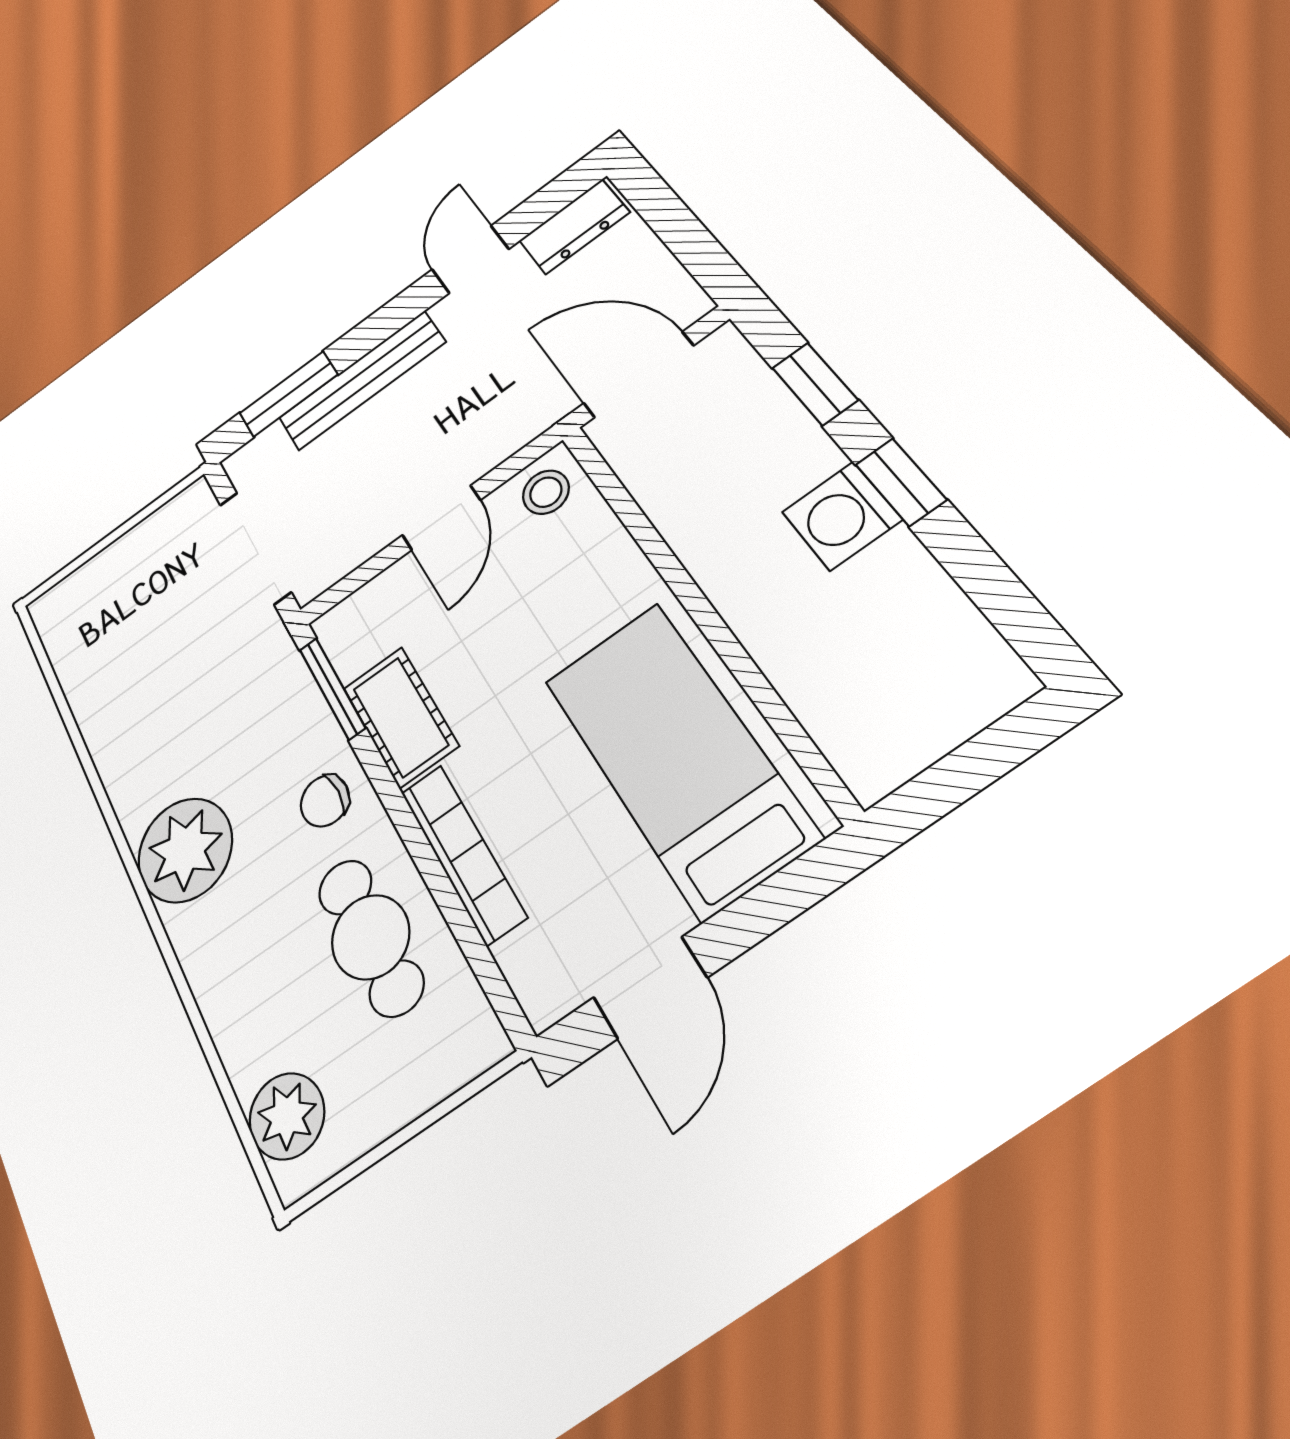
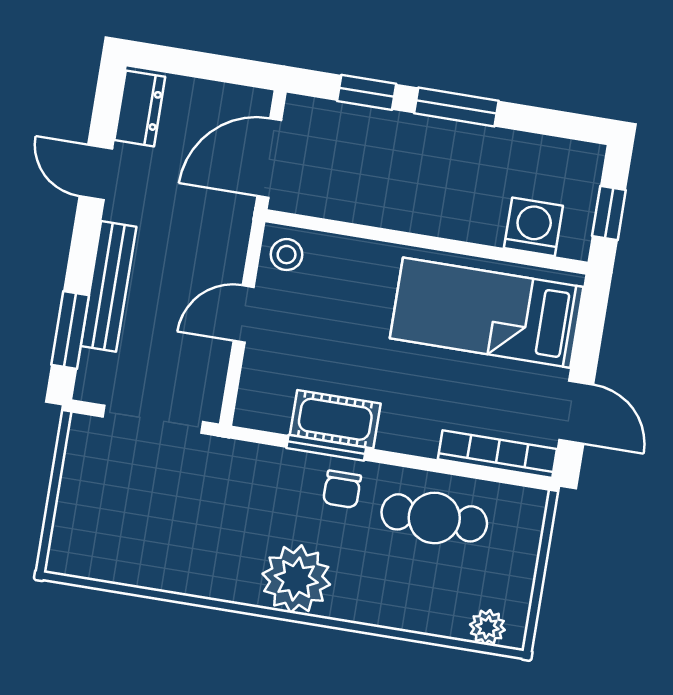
window: (901, 482) -> (456, 107), width x1.50
washing machine: (842, 516) -> (533, 227), moved, turned 180
door: (441, 518) -> (244, 314), swing flipped
window: (332, 689) -> (326, 448), moved
window: (958, 777) -> (609, 213), added
bookcase: (463, 854) -> (497, 454), moved
plant: (287, 1116) -> (487, 627), width x0.73, depth x0.73

